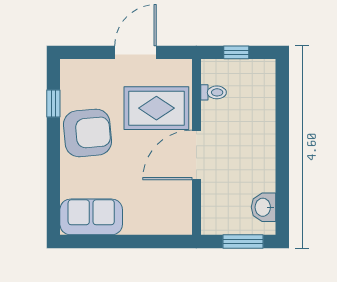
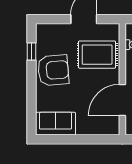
door: (196, 155) -> (122, 100), moved

